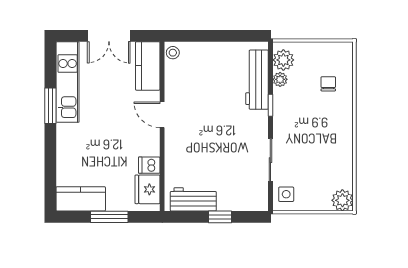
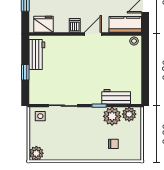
plant: (280, 79) -> (112, 116), width x1.87, depth x1.87
workbench: (257, 80) -> (116, 97), width x0.73
dishwasher: (149, 165) -> (75, 25), moved

